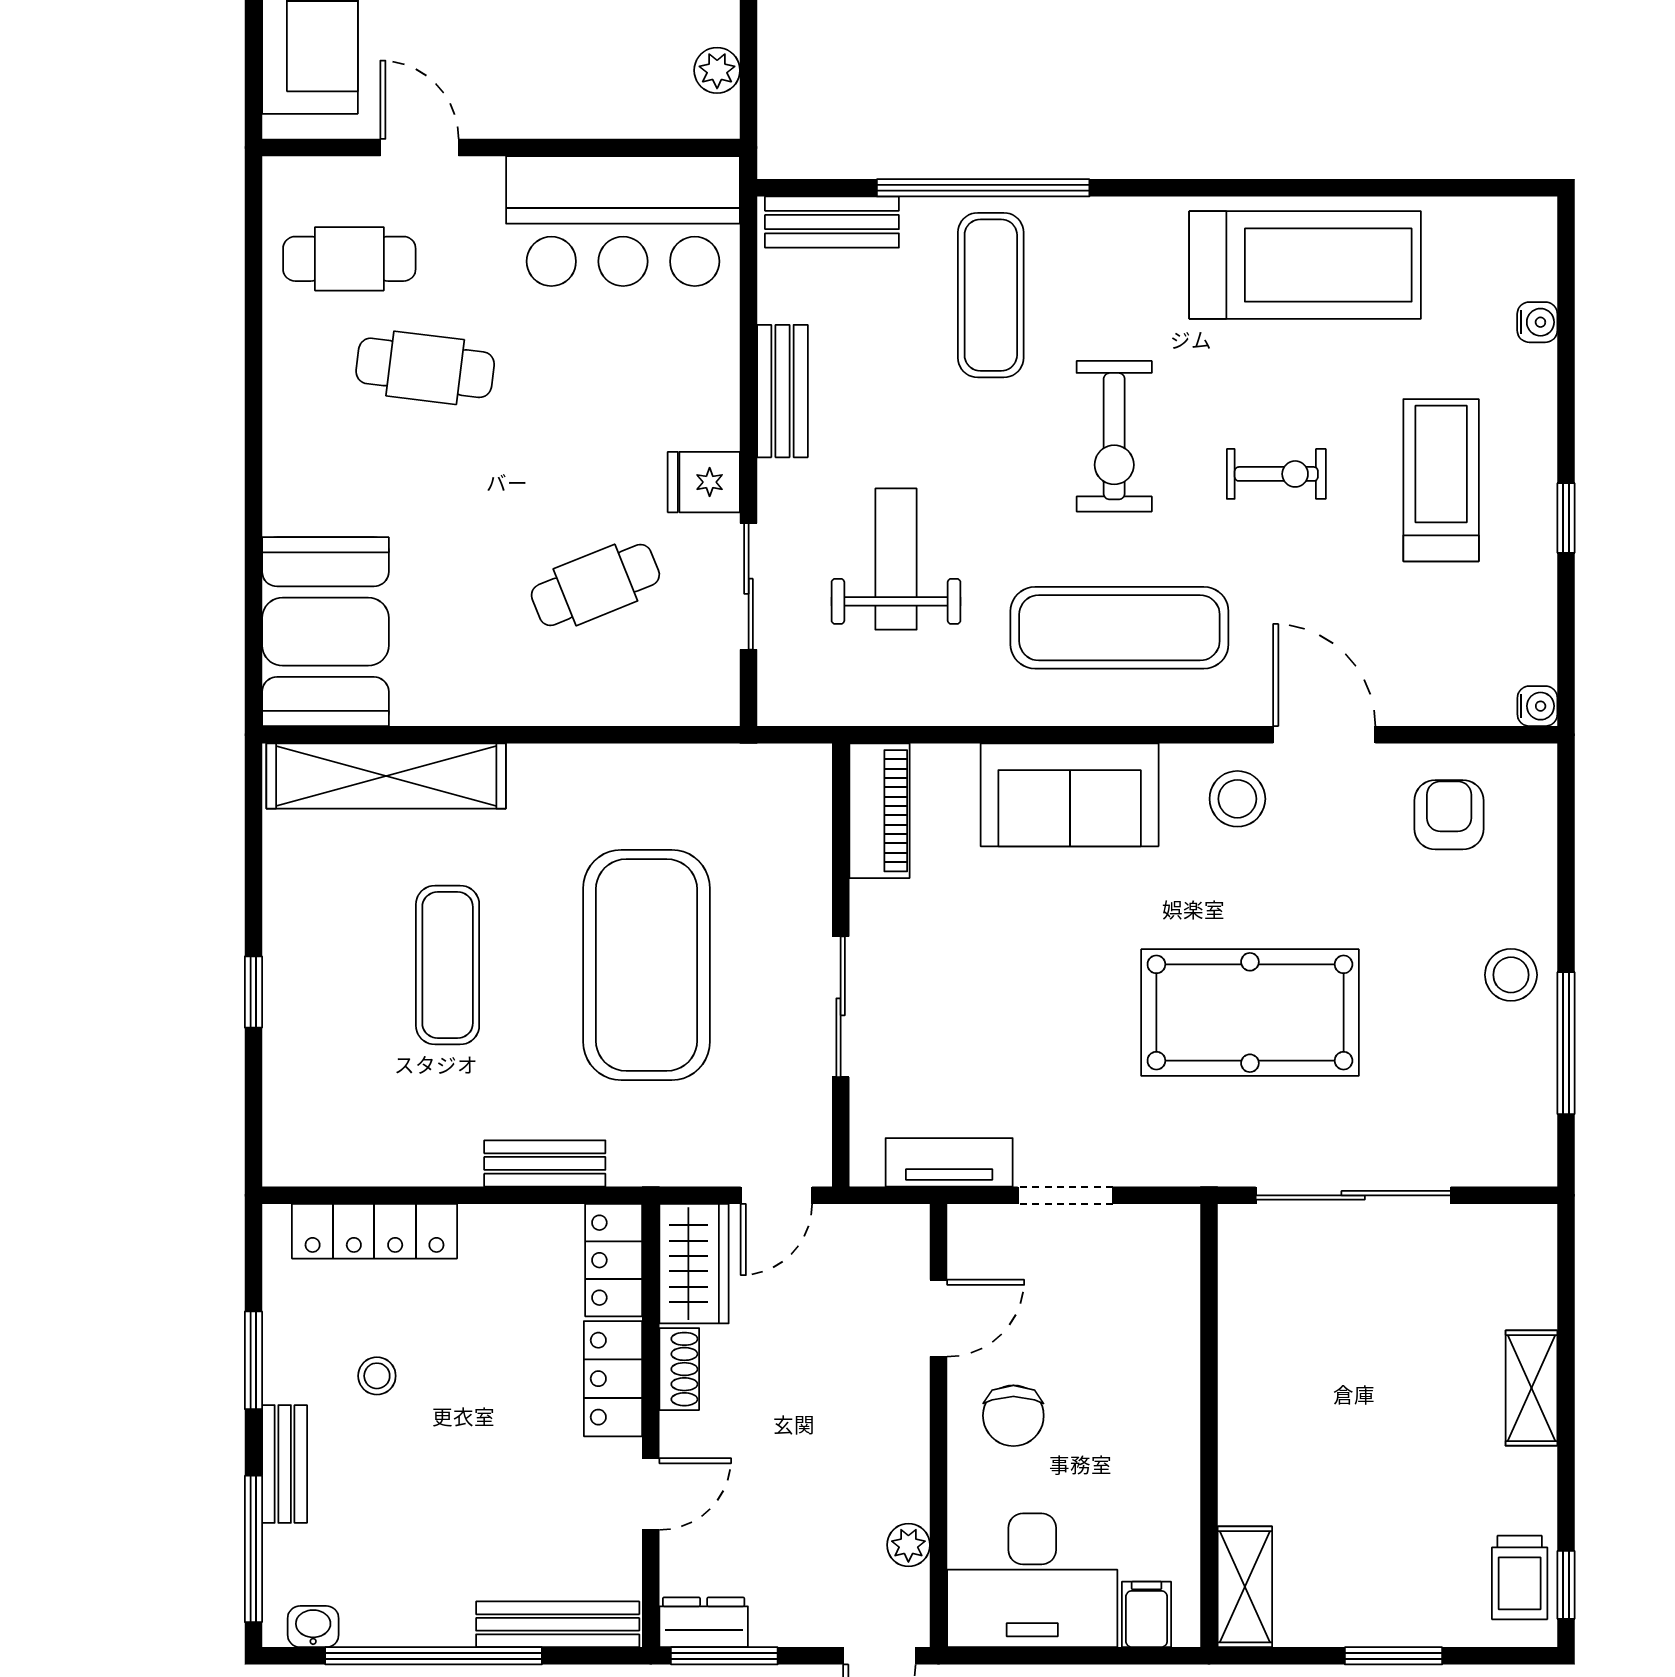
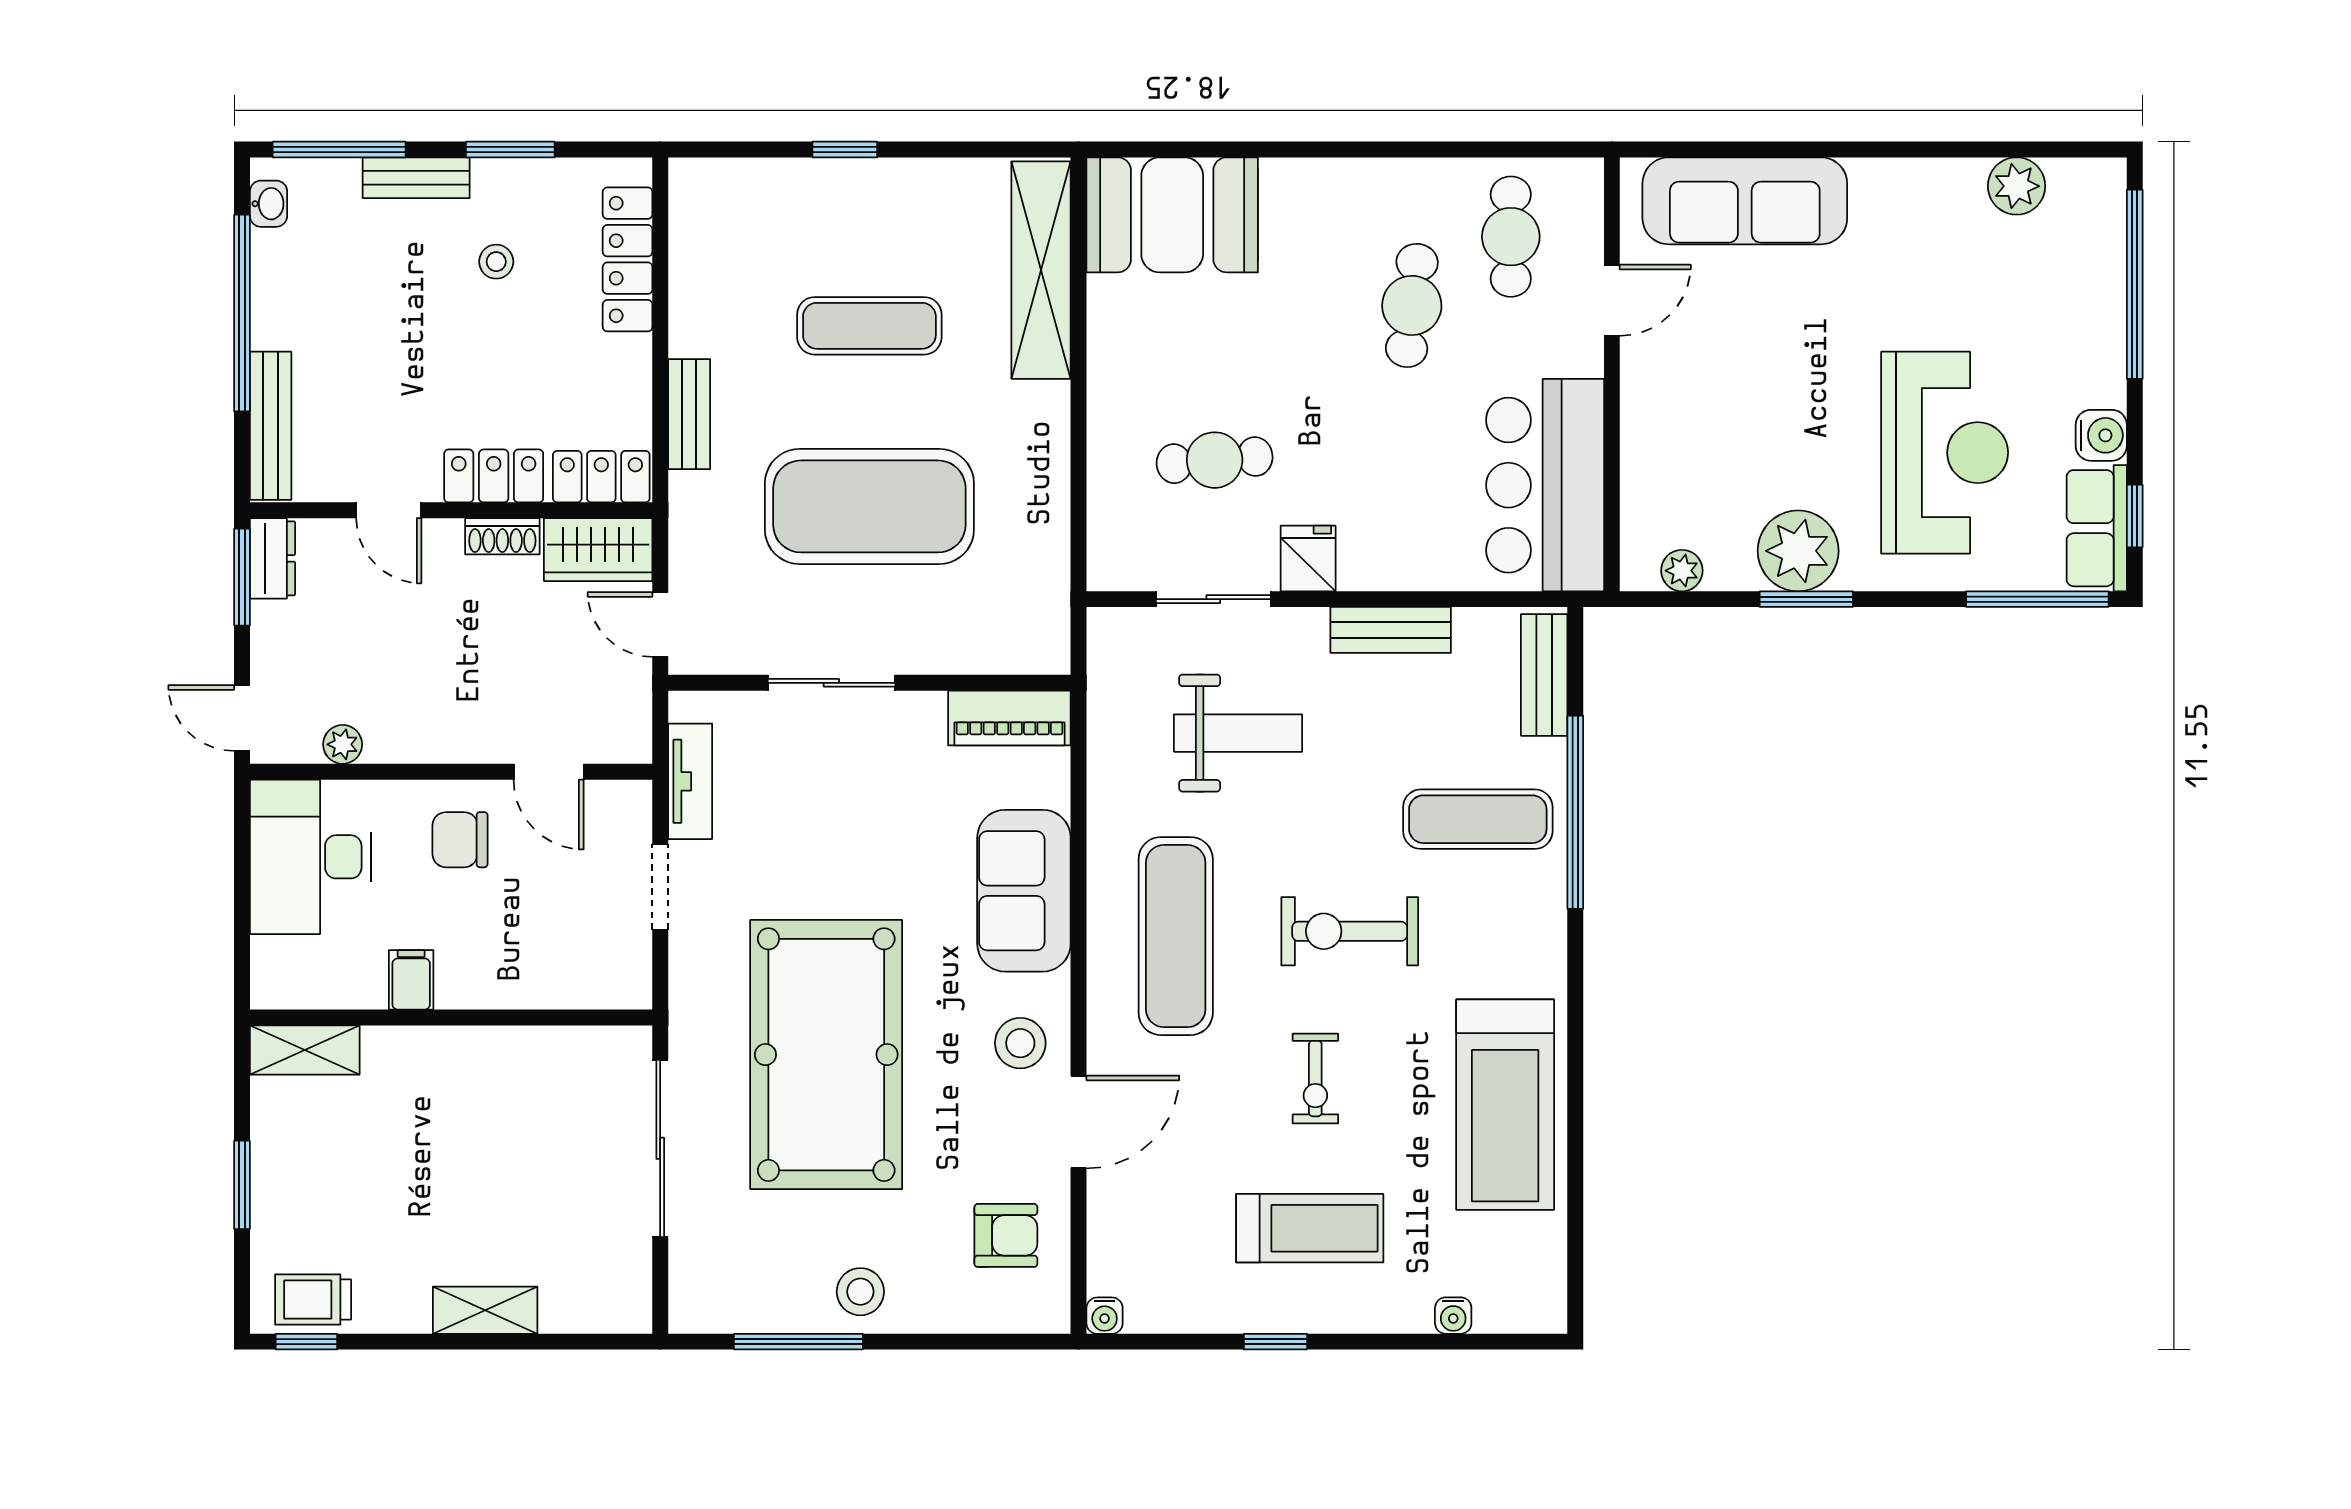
cafe table: (595, 585) -> (1215, 460), turned -73
pool table: (1250, 1013) -> (826, 1055), width x1.36, depth x1.32
filing cabinet: (1147, 1614) -> (411, 980), moved, turned -90

